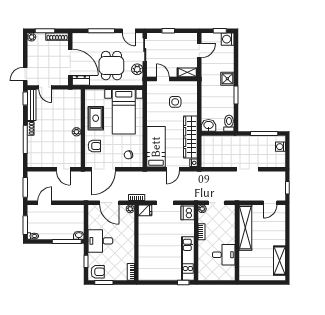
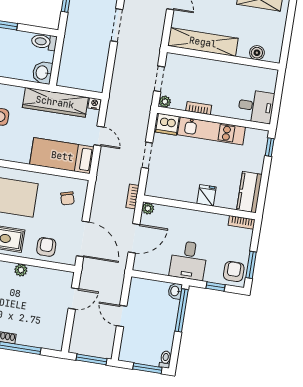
door: (45, 203) -> (122, 316), moved
fridge: (145, 210) -> (206, 195), moved
desk: (224, 255) -> (256, 106), moved, turned 90
kitchen unit: (188, 258) -> (211, 131), moved
boiler: (244, 264) -> (257, 53), added
kitchen counter: (152, 274) -> (249, 192), added

